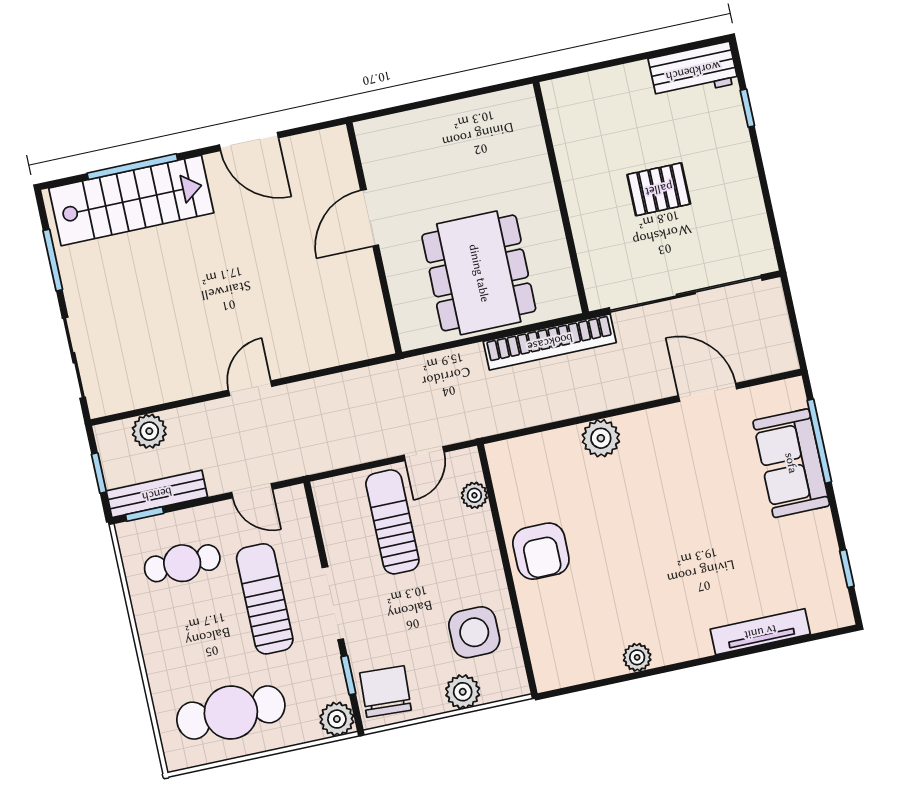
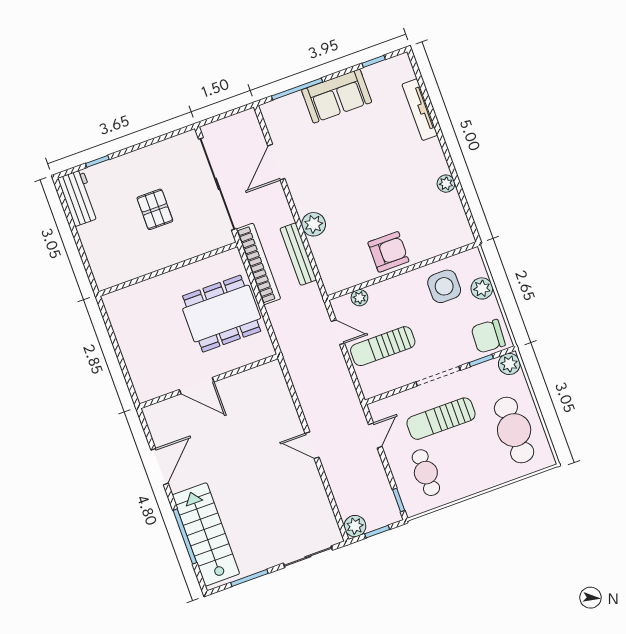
plant: (149, 431) -> (355, 526), moved
sofa: (791, 463) -> (337, 96), moved
bench: (157, 494) -> (298, 254), moved

